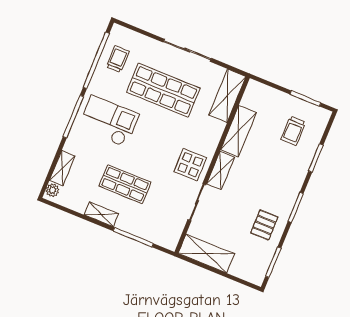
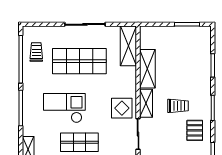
checkout: (109, 121) -> (64, 108), moved
trolley: (293, 131) -> (178, 106), moved, turned -90

